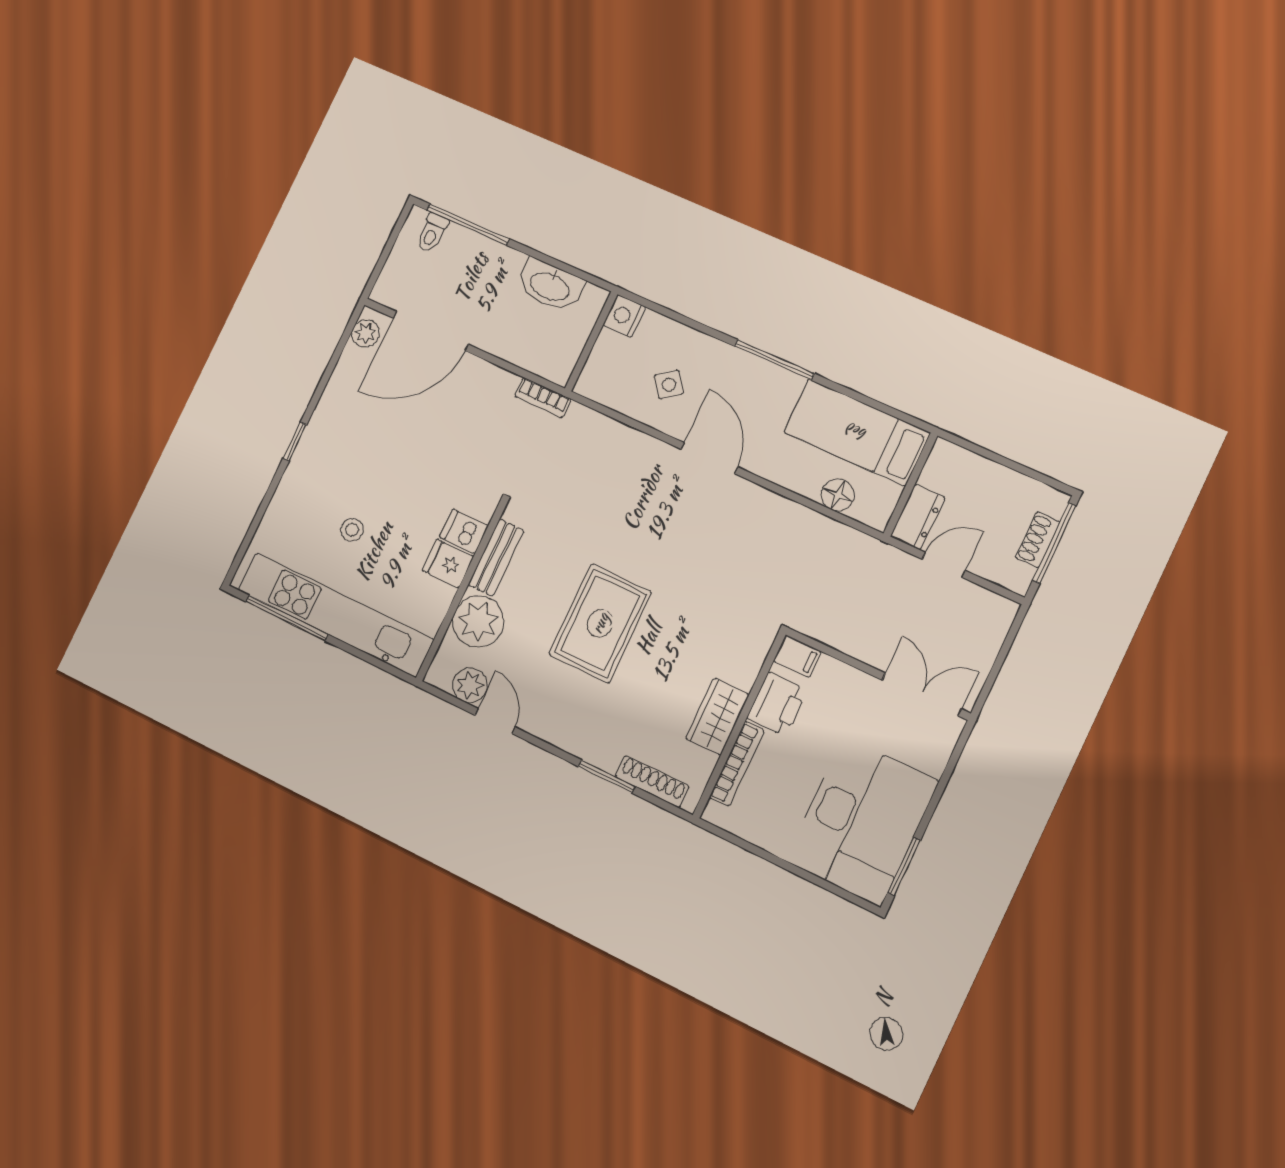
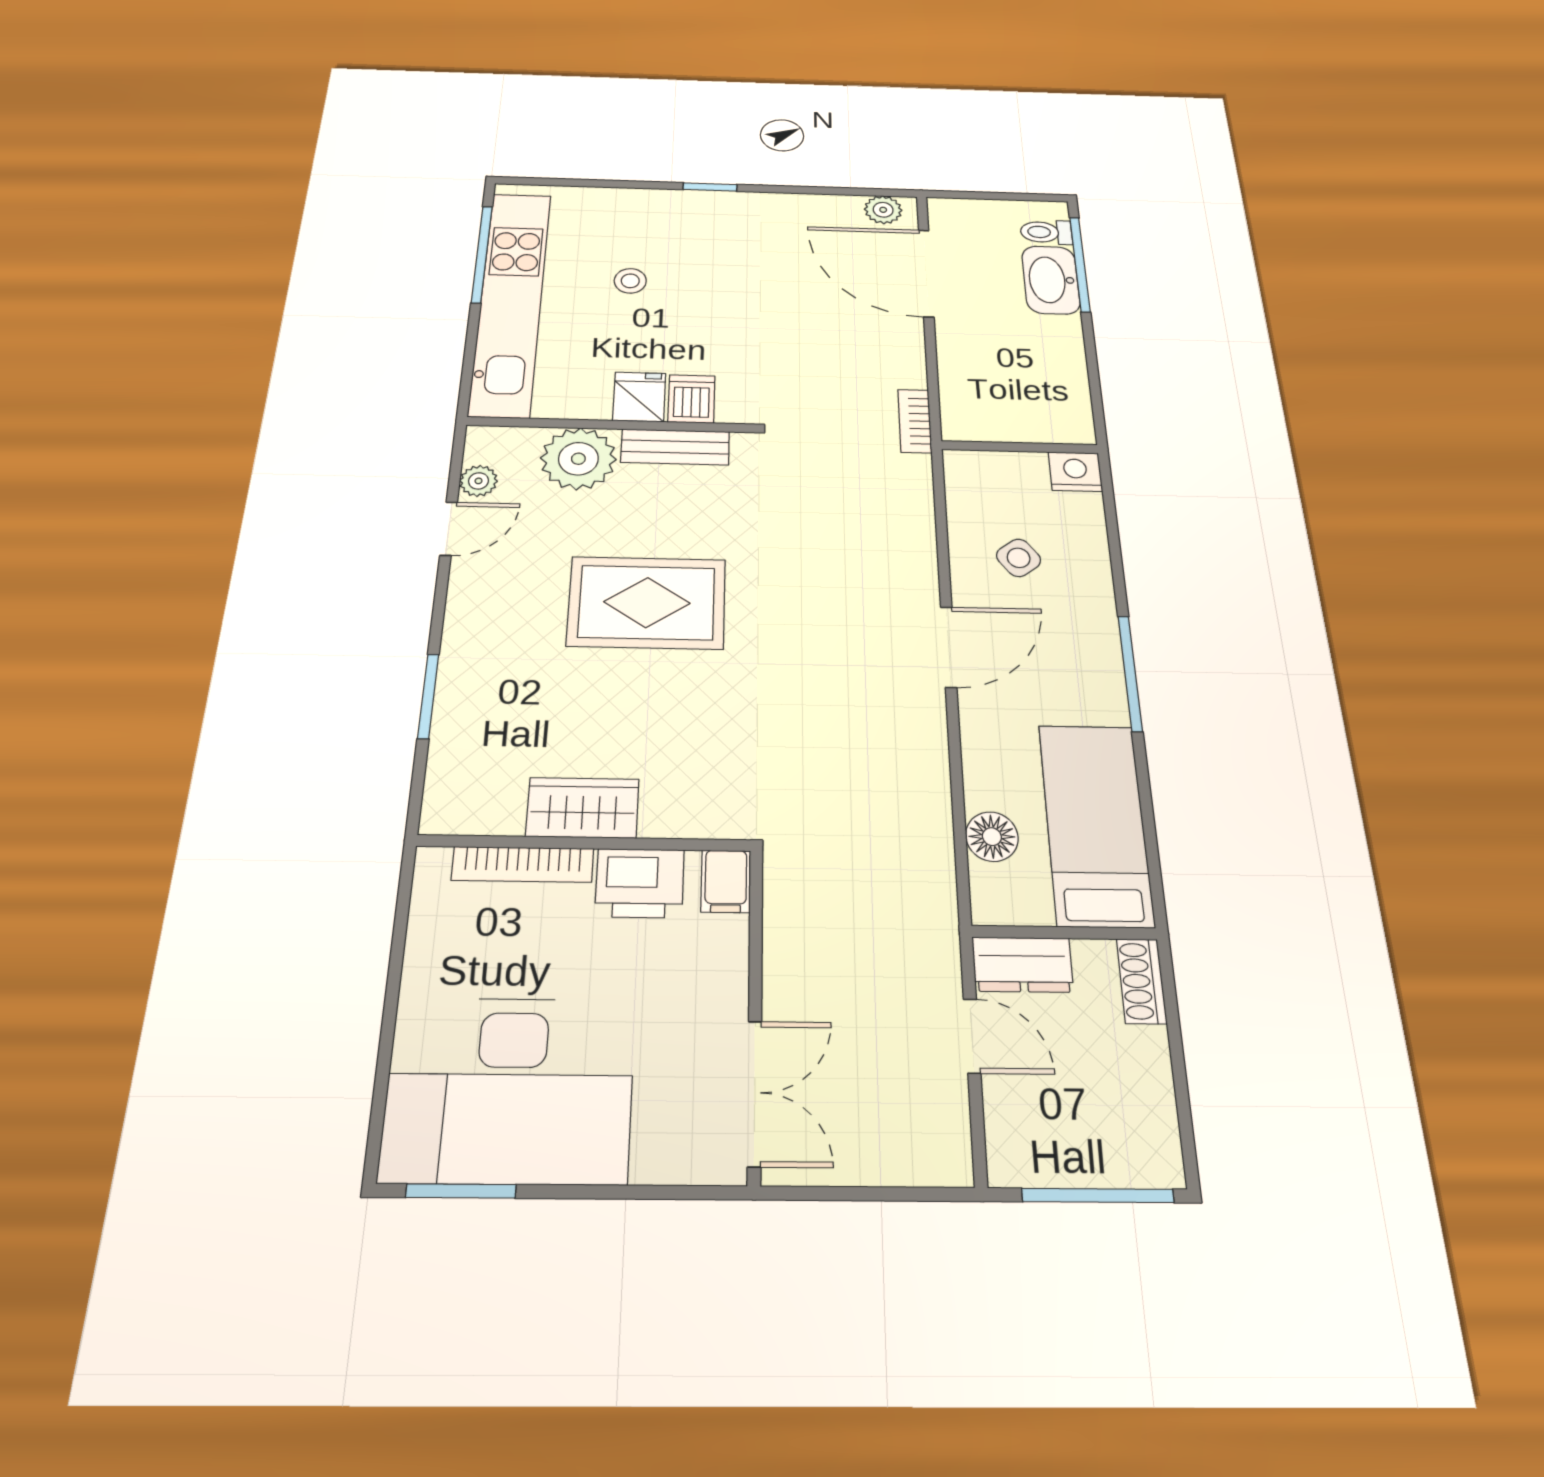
washbasin: (550, 286) -> (1051, 280), moved
shoe rack: (1038, 540) -> (1141, 981), moved, turned -90
plant: (470, 685) -> (479, 481), width x0.73, depth x0.73
shoe rack: (652, 781) -> (446, 759), removed

